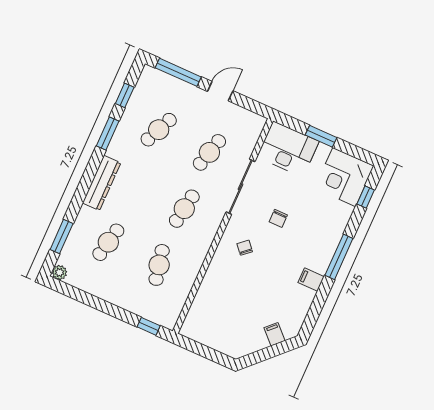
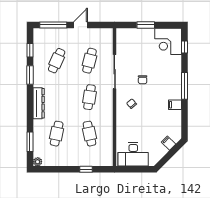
desk: (288, 149) -> (133, 154), moved, turned 180
window: (149, 326) -> (86, 169), moved

